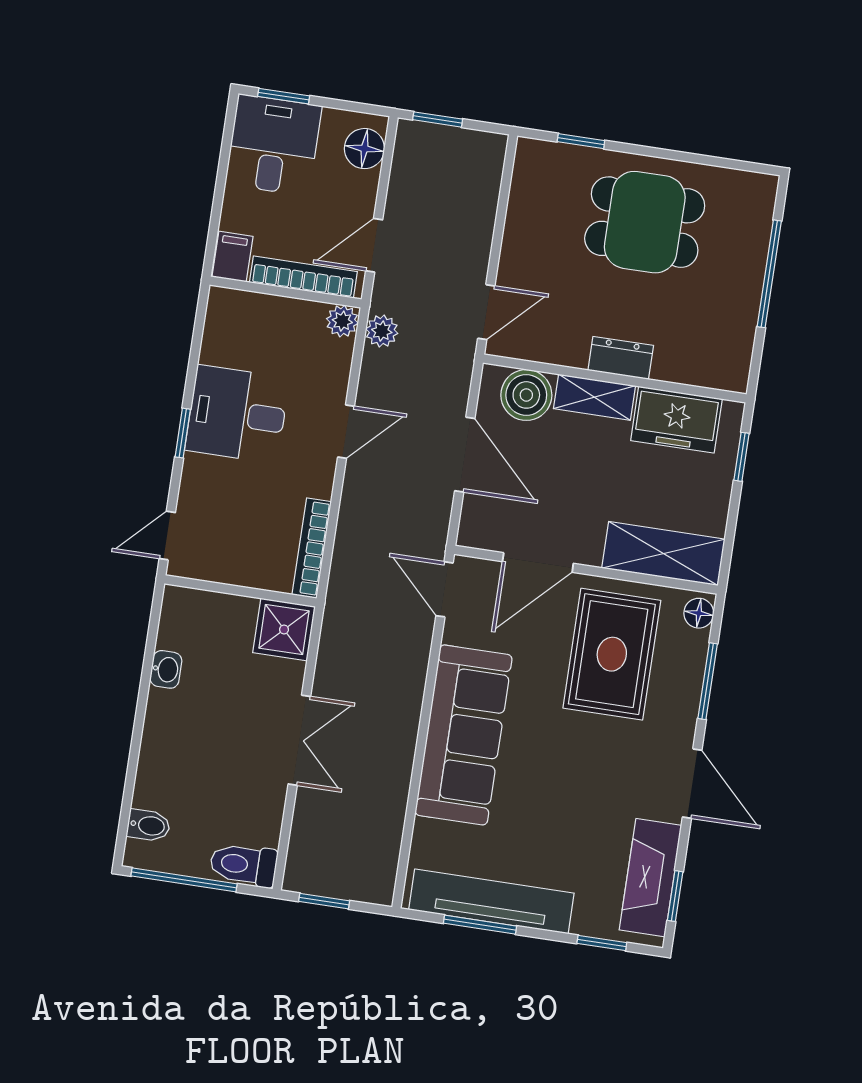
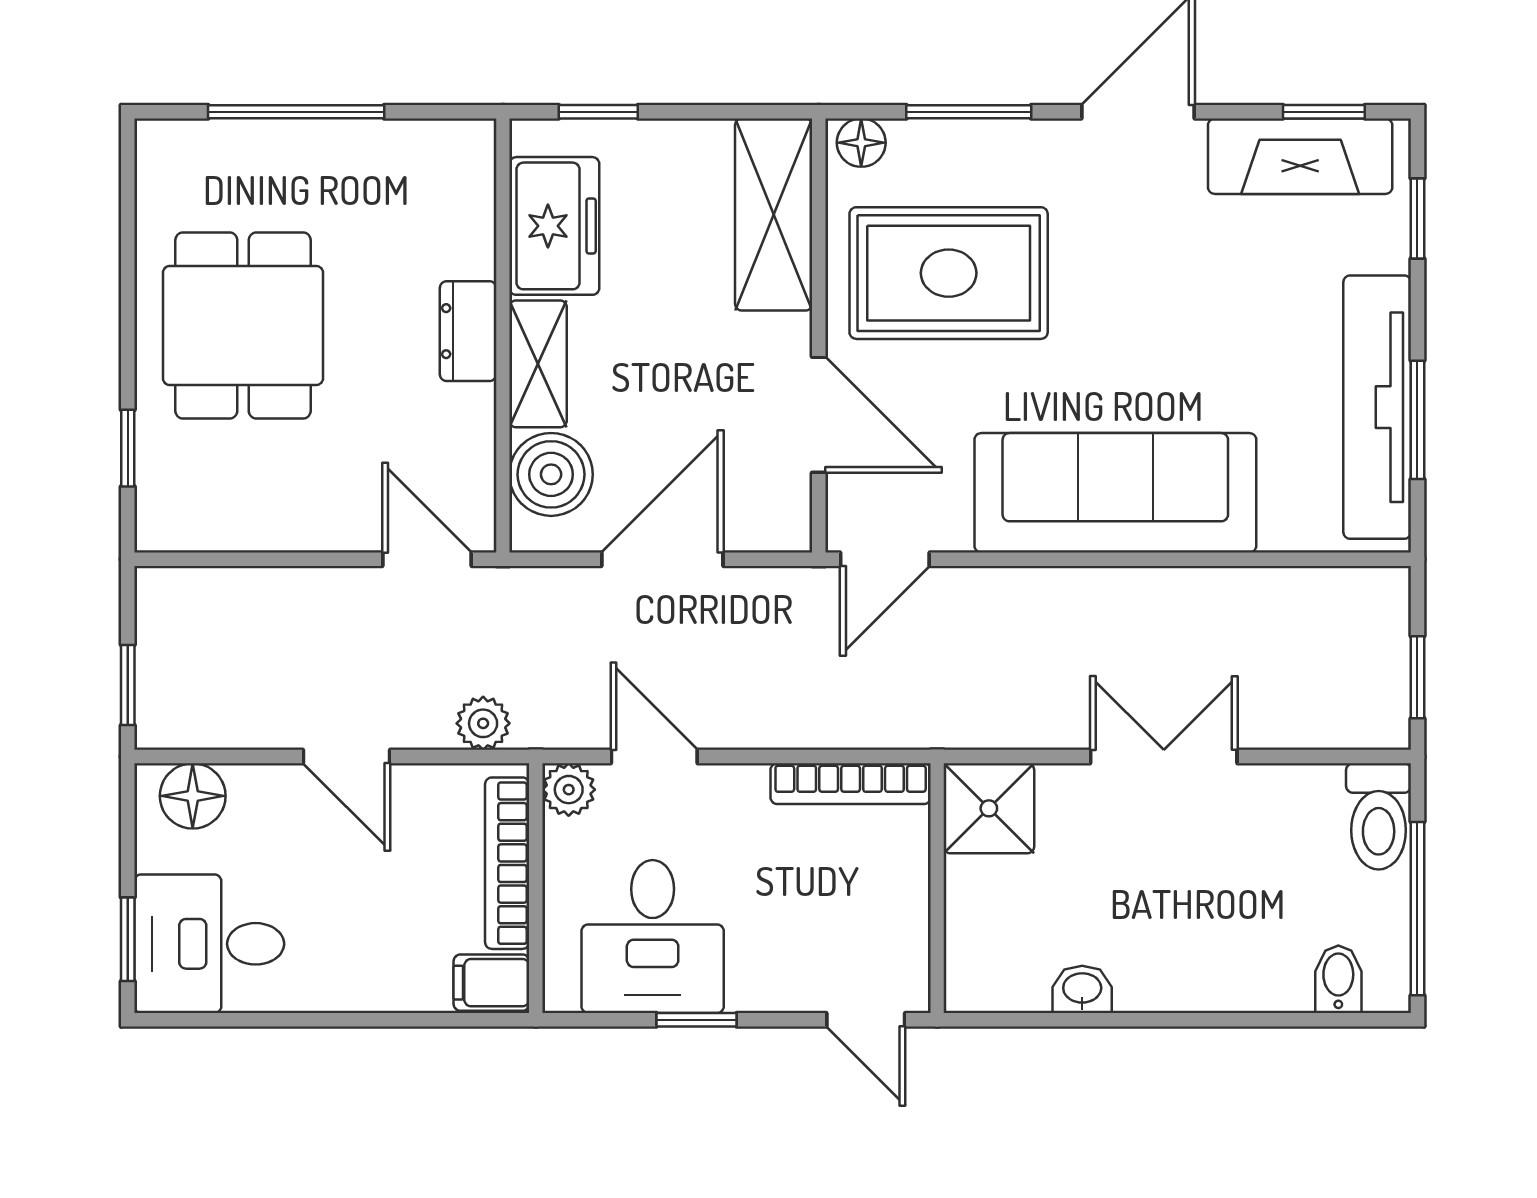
filing cabinet: (232, 257) -> (491, 983), moved
bookcase: (303, 277) -> (507, 863), moved
wall: (286, 292) -> (536, 888), moved
plant: (342, 321) -> (569, 790), moved

